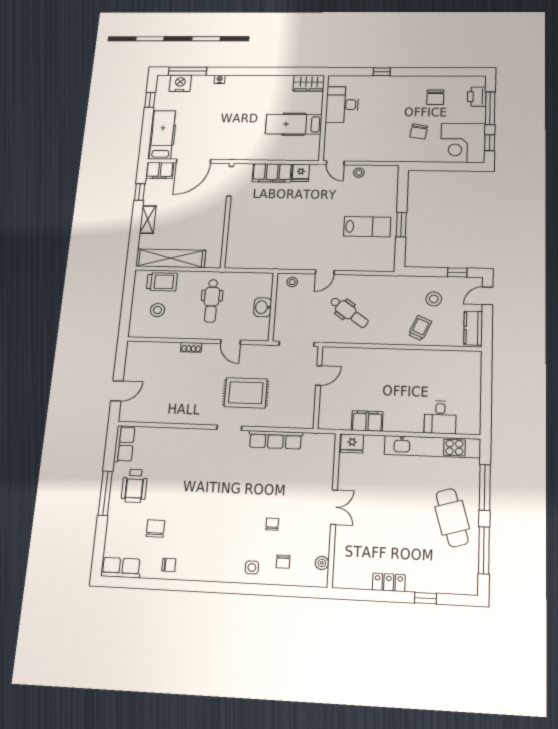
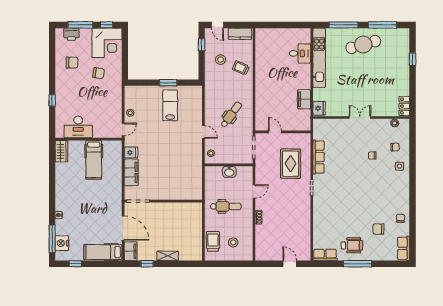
shelving: (171, 258) -> (196, 237), removed
rug: (246, 393) -> (291, 164), moved
locker: (389, 582) -> (404, 106), moved

